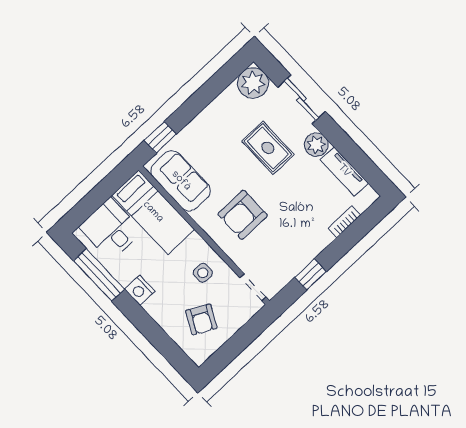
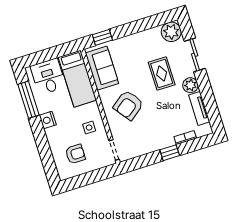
armchair: (243, 215) -> (128, 105), turned -37
window: (310, 274) -> (170, 153), moved
armchair: (201, 319) -> (75, 154), turned -118

